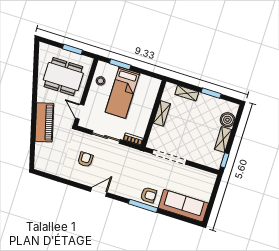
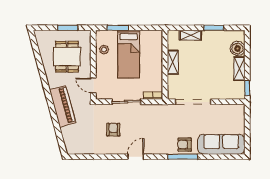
dining table: (63, 77) -> (67, 57), width x0.73
armchair: (148, 195) -> (185, 145), turned 180

